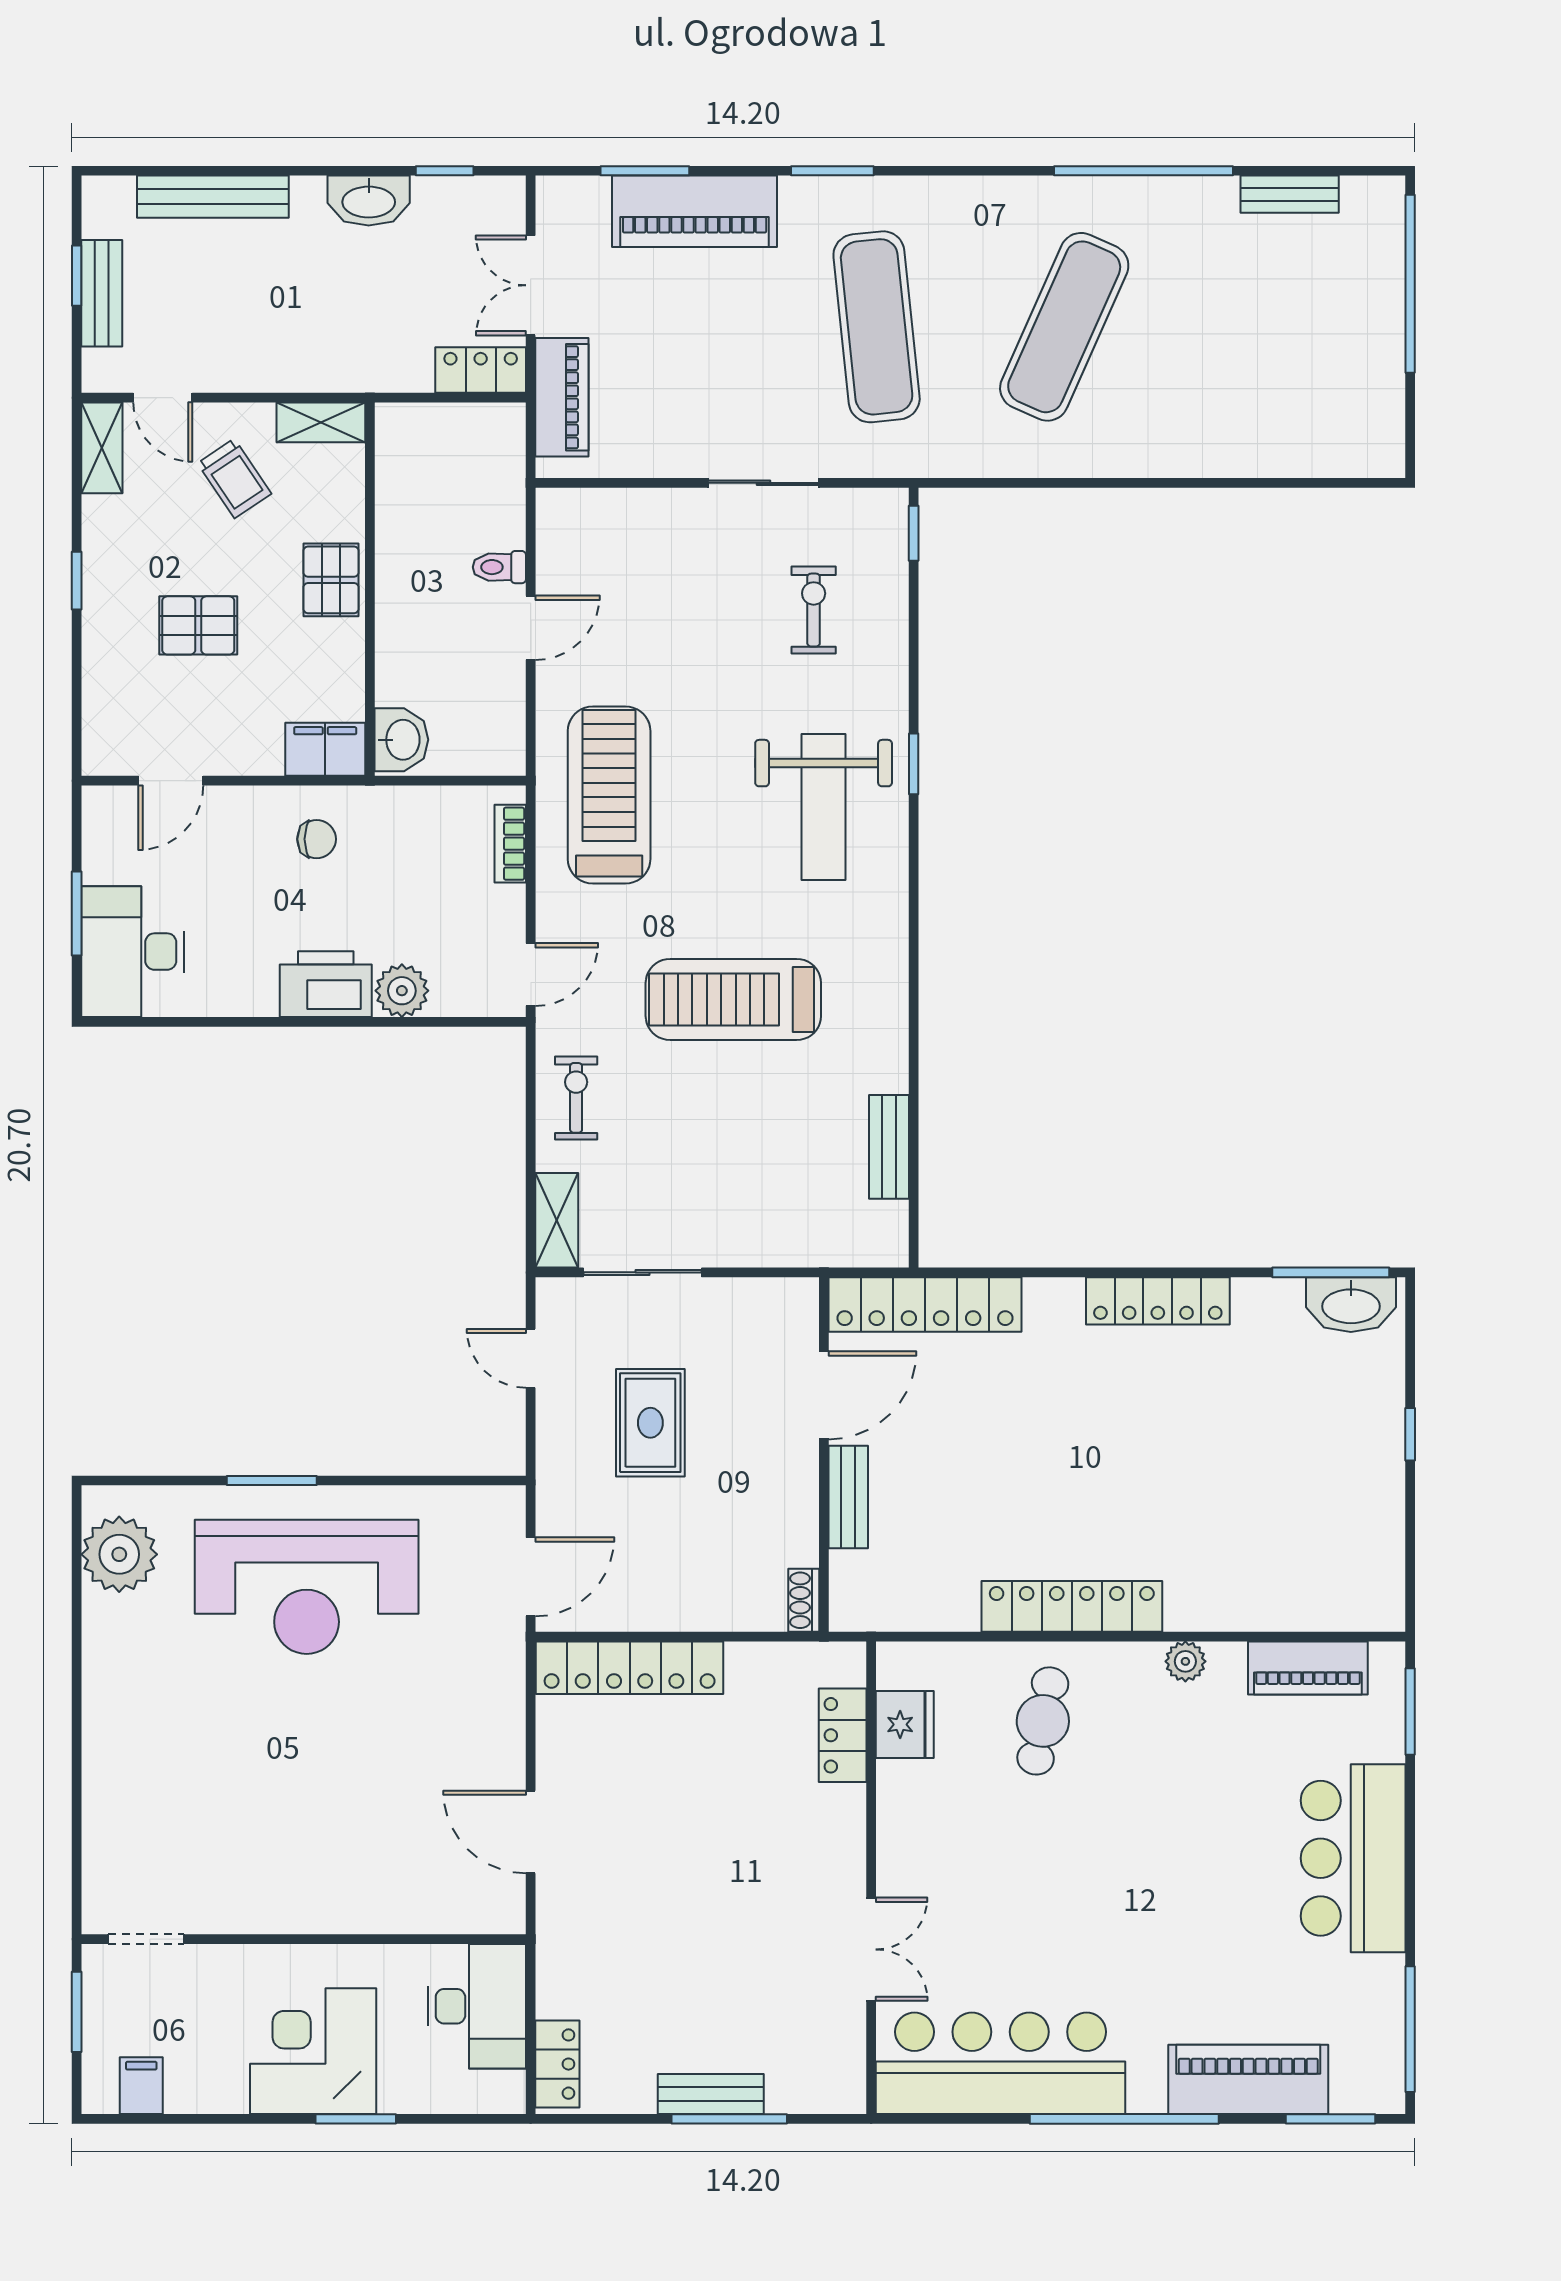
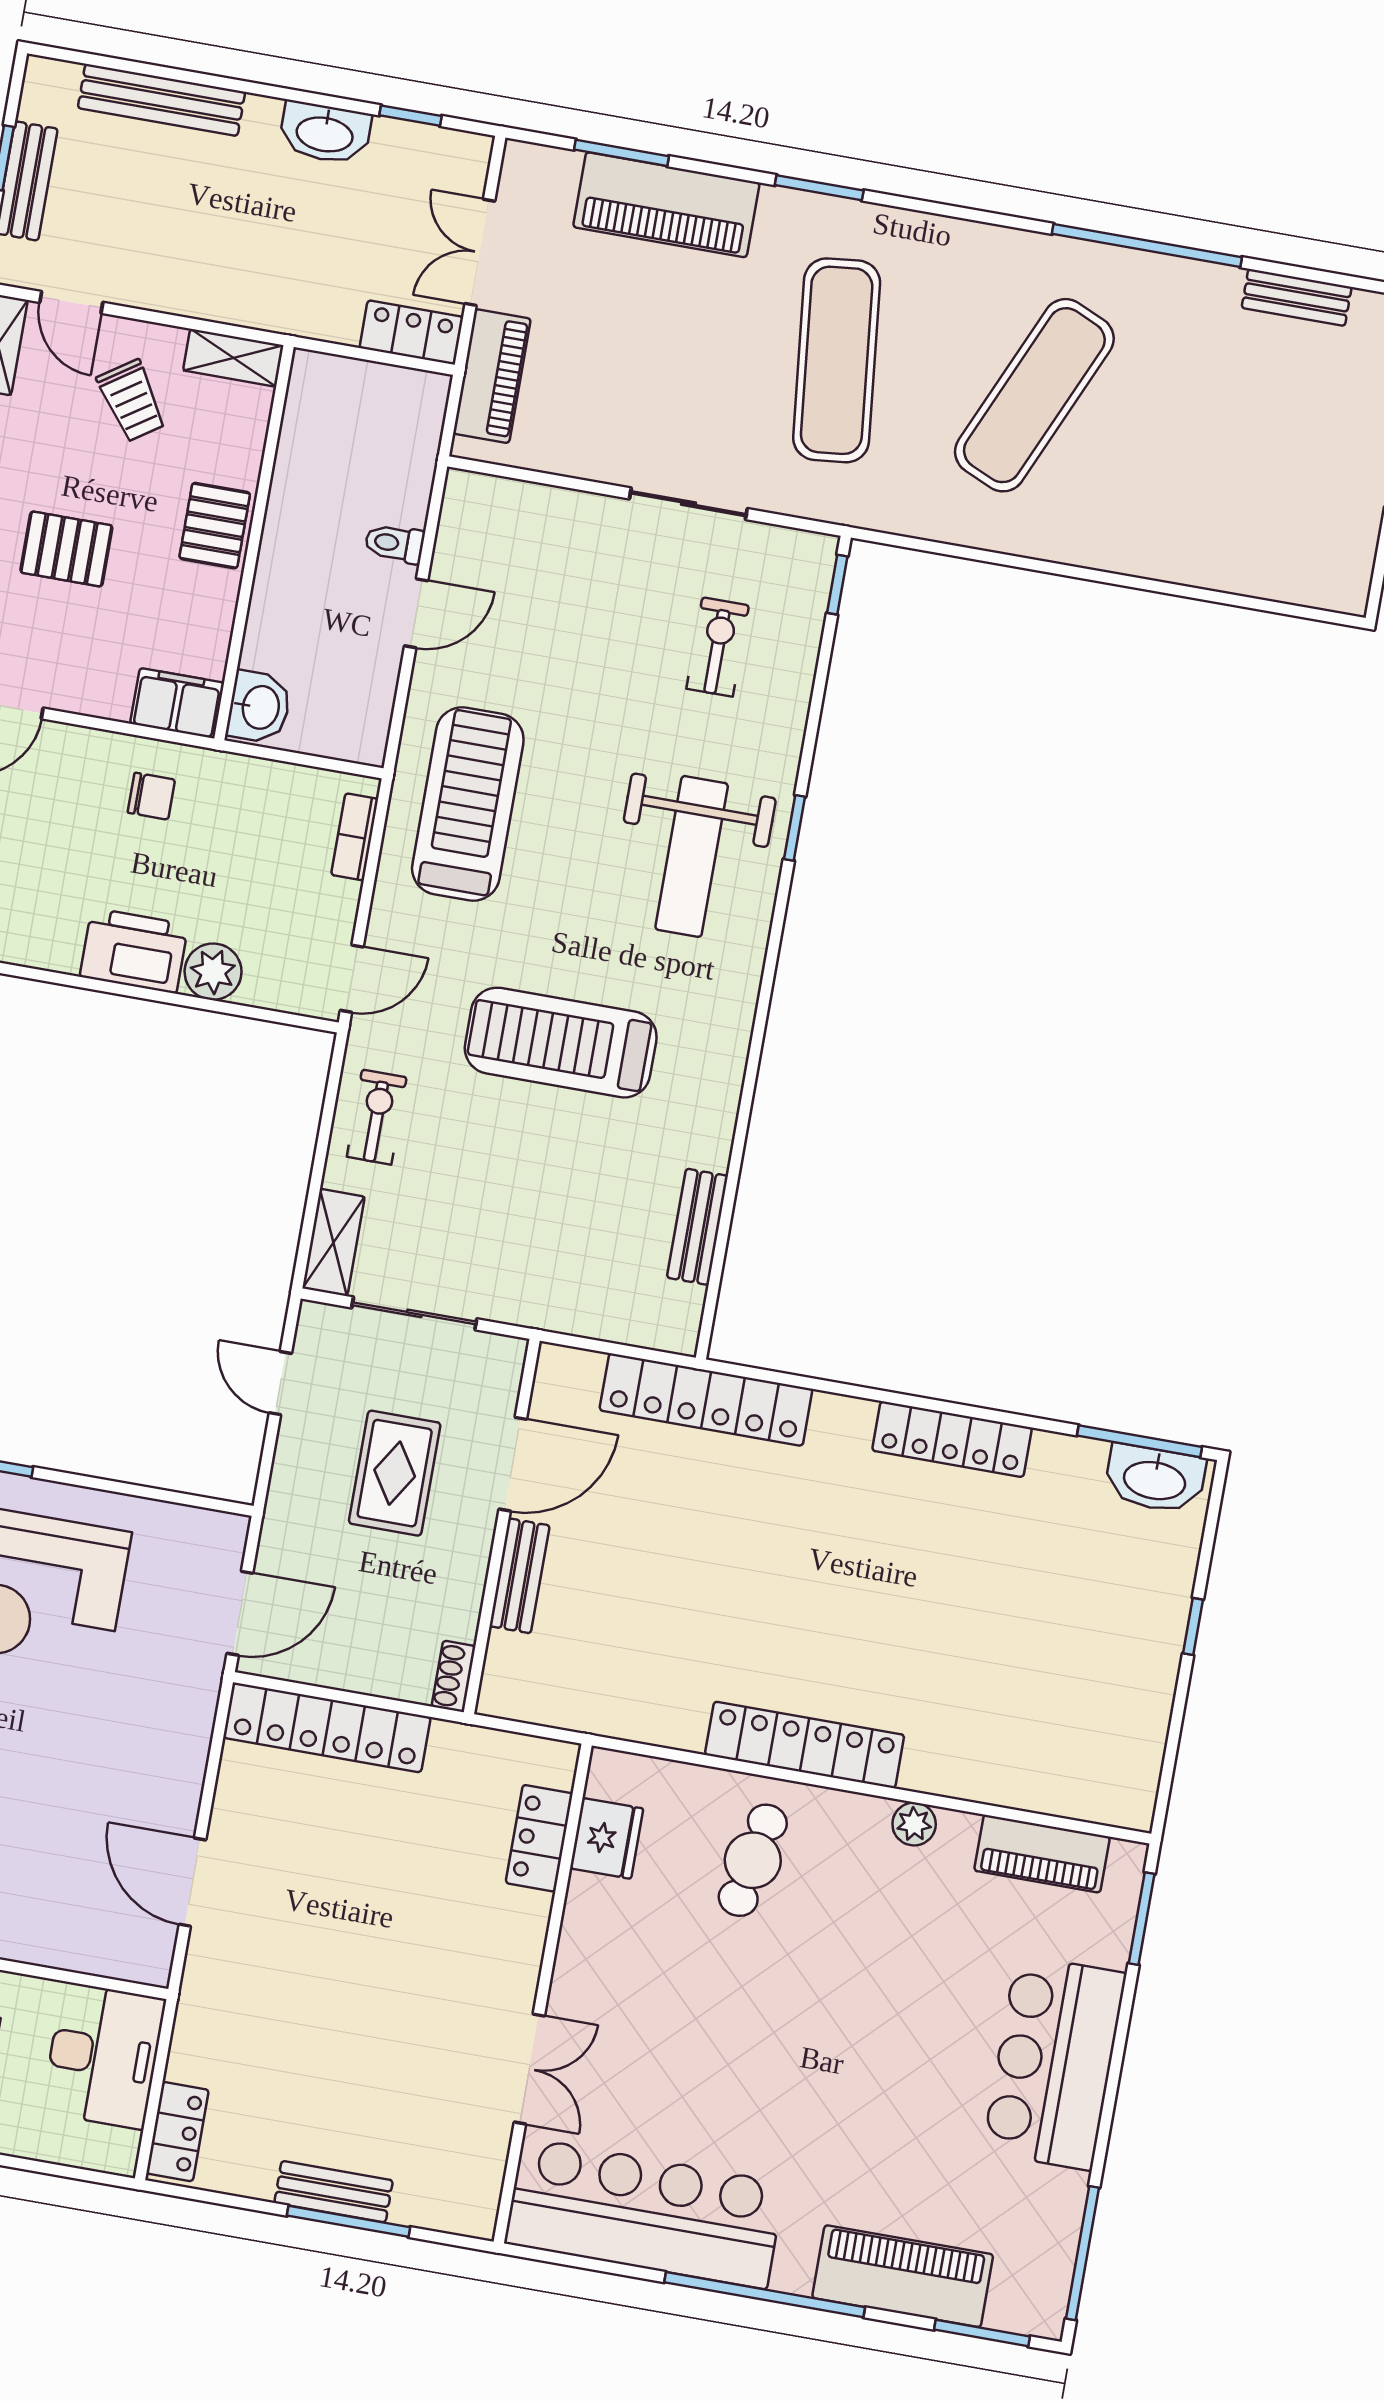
door: (824, 1395) -> (513, 1464), moved
wall: (824, 1455) -> (502, 1527), moved
bench: (848, 1497) -> (520, 1576), moved
shoe rack: (804, 1600) -> (454, 1676), moved

